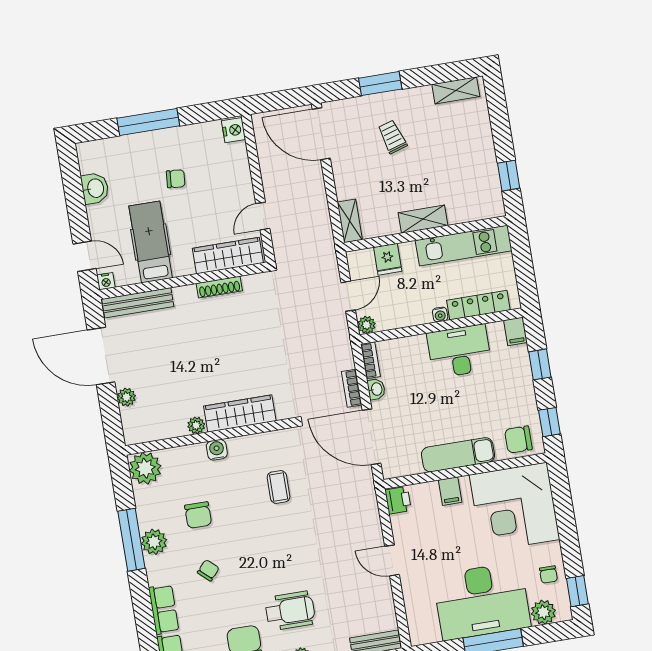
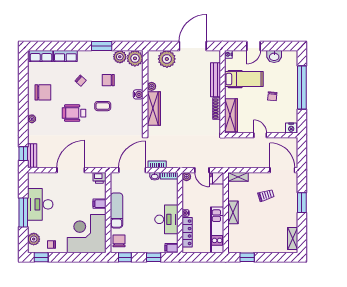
window: (148, 122) -> (302, 88), width x1.46
door: (321, 134) -> (282, 170), hinge flipped
trolley: (392, 137) -> (266, 195), moved
door: (263, 216) -> (260, 135), moved
door: (85, 256) -> (254, 46), moved
fridge: (388, 259) -> (217, 178), moved
bench: (138, 303) -> (215, 80), moved
plant: (126, 397) -> (167, 59), width x1.87, depth x1.87
coffee table: (279, 487) -> (103, 106), moved
window: (131, 540) -> (102, 46), width x0.69
plant: (154, 542) -> (120, 57), moved
door: (392, 560) -> (71, 170), width x1.87
desk: (482, 601) -> (40, 204), width x0.73, depth x0.77
wheelchair: (290, 611) -> (74, 113), moved, turned 90

